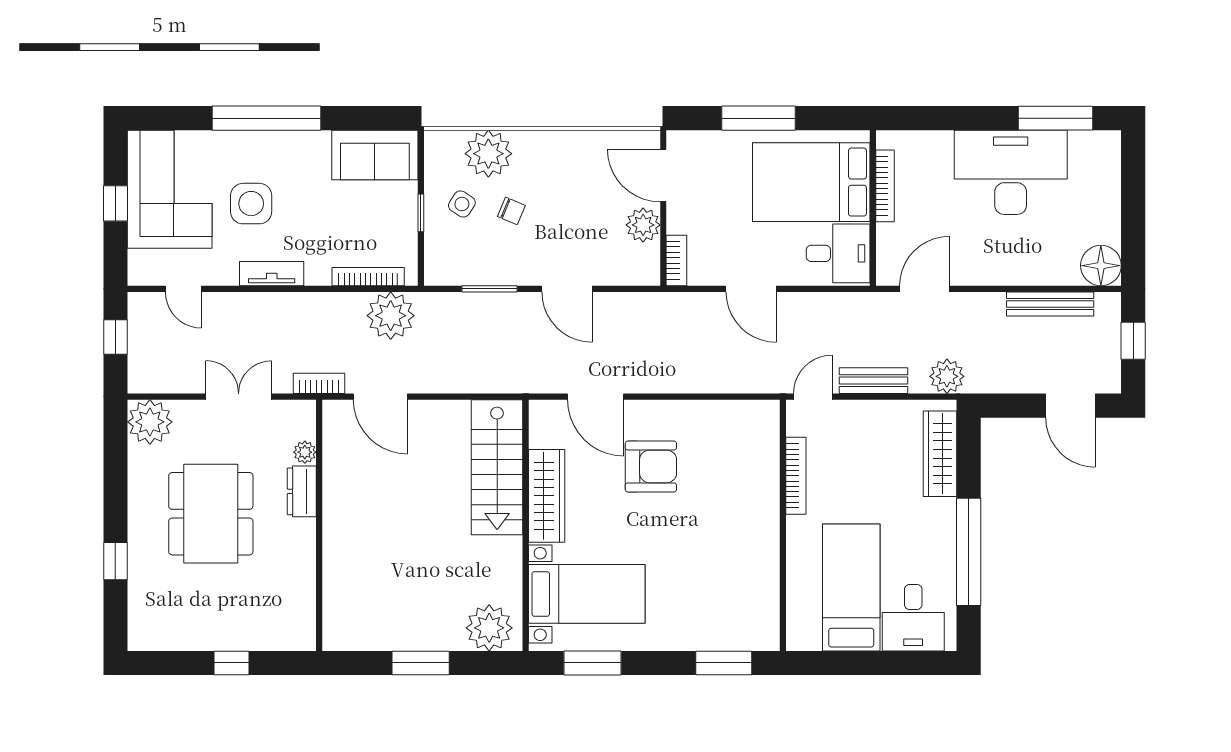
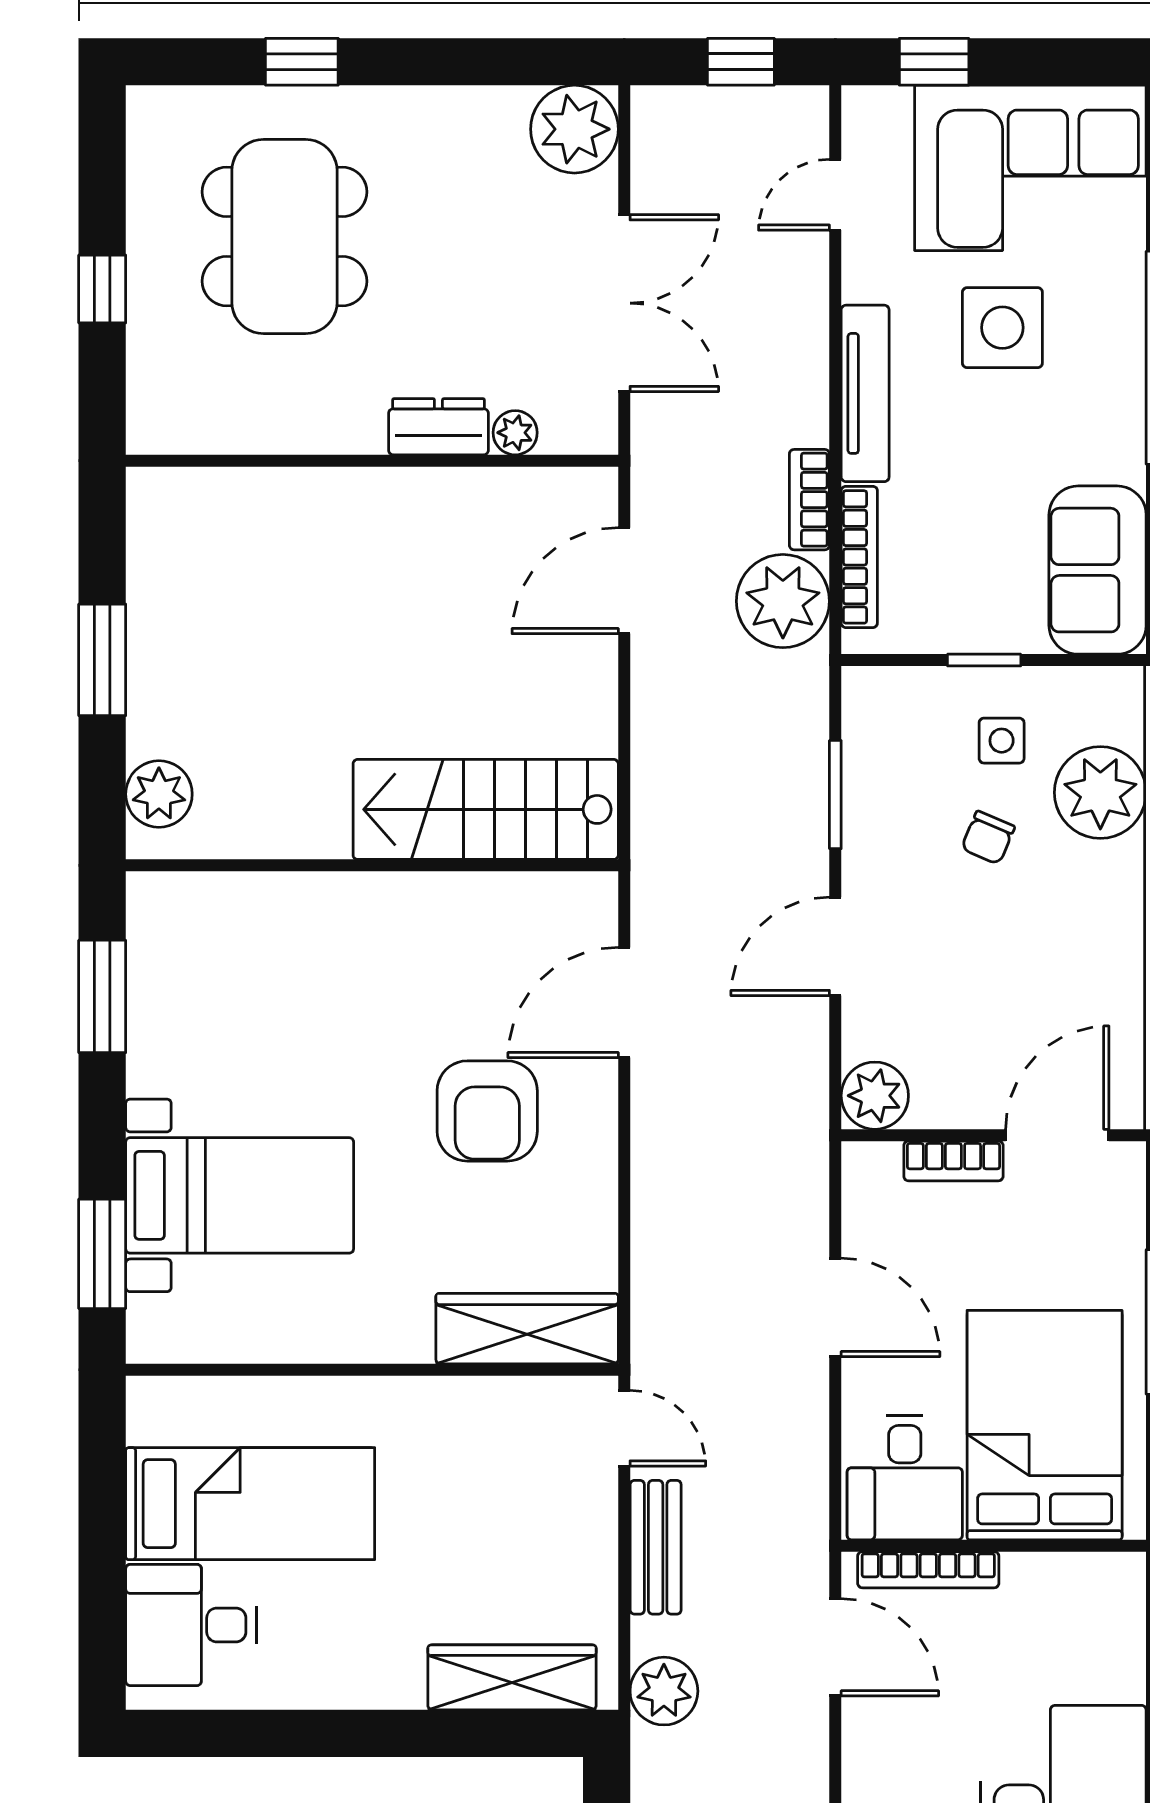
bookcase: (885, 186) -> (928, 1570), moved
window: (115, 203) -> (934, 62), moved
side table: (462, 204) -> (1002, 741), turned -33
plant: (643, 225) -> (875, 1096), moved
bookcase: (676, 260) -> (953, 1161), moved
tv unit: (272, 274) -> (865, 393), width x1.41
door: (751, 289) -> (835, 1307), swing flipped
bookcase: (319, 383) -> (809, 500), moved, turned 180
double door: (239, 397) -> (624, 303), width x1.37
bookcase: (796, 476) -> (469, 1395), removed
wardrobe: (547, 496) -> (527, 1329), moved, turned 180
dining table: (211, 514) -> (284, 236), moved, turned 90
window: (969, 552) -> (320, 1733), removed
bed with nightstands: (587, 594) -> (240, 1195), moved, turned -90
plant: (489, 628) -> (159, 794), width x0.73, depth x0.73

